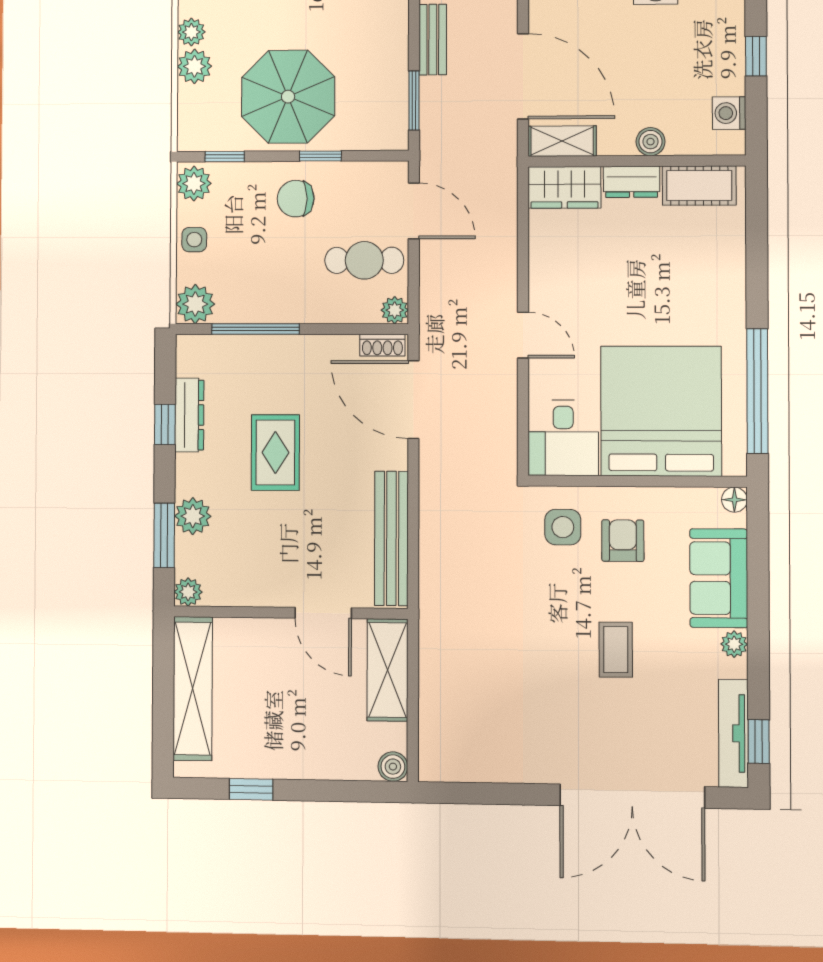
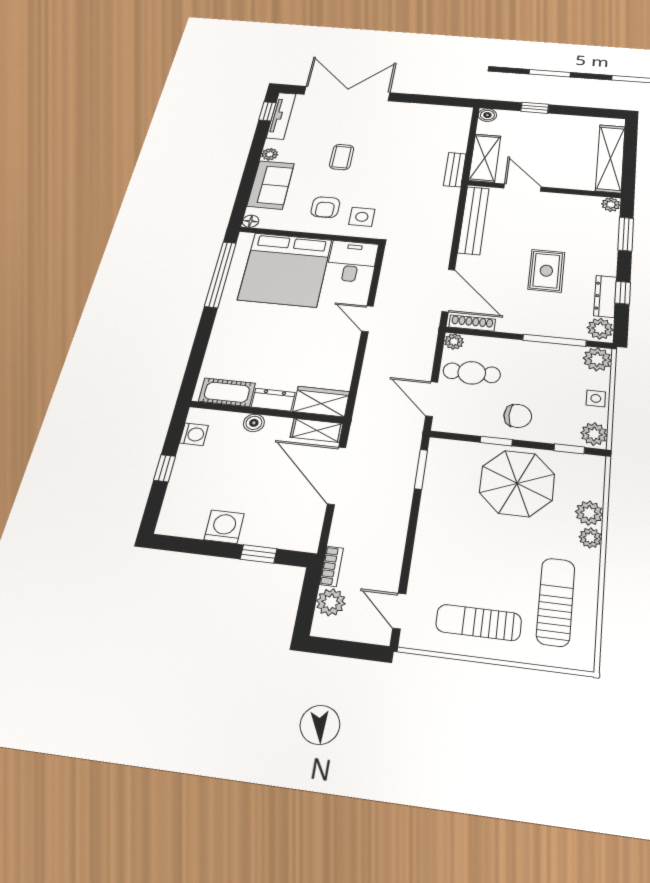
bench: (433, 40) -> (455, 170), moved
shoe rack: (382, 345) -> (472, 323), width x1.43
plant: (193, 516) -> (600, 329), moved
window: (251, 789) -> (535, 108), moved

